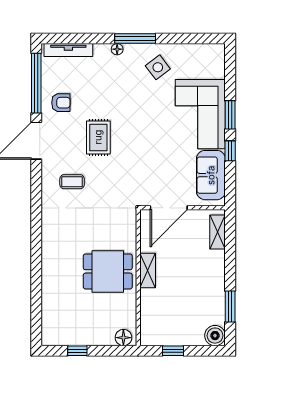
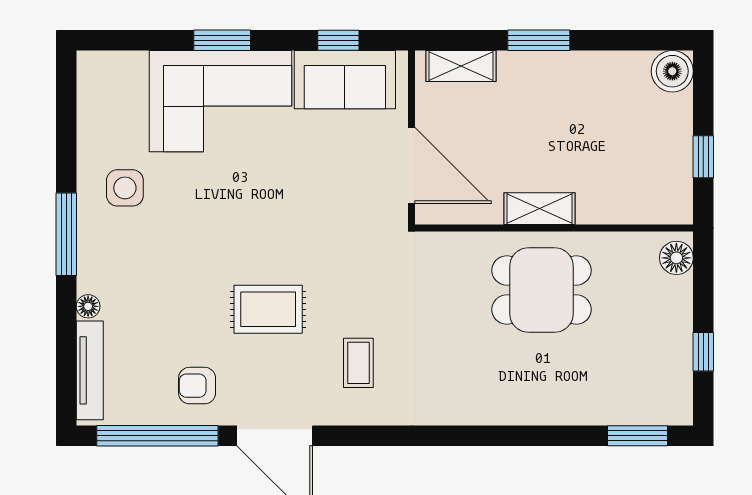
floor lamp: (117, 49) -> (88, 306), moved
side table: (158, 67) -> (125, 188), turned 37
armchair: (61, 103) -> (197, 386), turned -90
window: (230, 151) -> (338, 40), moved
dining table: (108, 271) -> (542, 290), turned 90
window: (230, 307) -> (539, 40), moved
window: (36, 319) -> (637, 436), added

